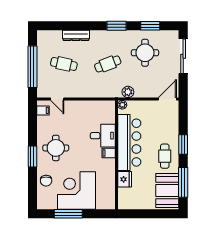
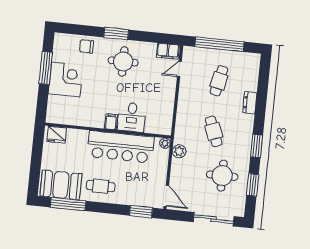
dresser: (76, 35) -> (250, 103), width x0.70
filing cabinet: (43, 110) -> (168, 51), width x2.00
window: (183, 145) -> (141, 212), moved
fridge: (125, 179) -> (57, 135), moved
corner desk: (76, 191) -> (66, 80), width x0.74, depth x0.74

